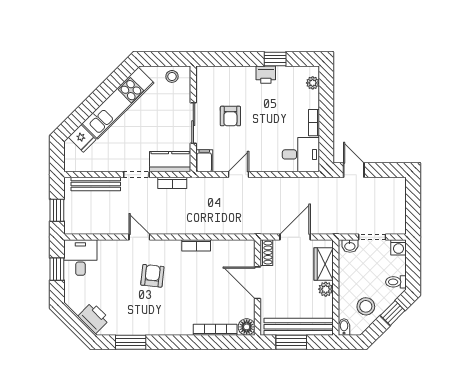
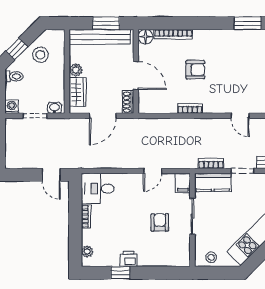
armchair: (152, 276) -> (195, 70), moved, turned -96
bidet: (344, 327) -> (60, 37), removed

